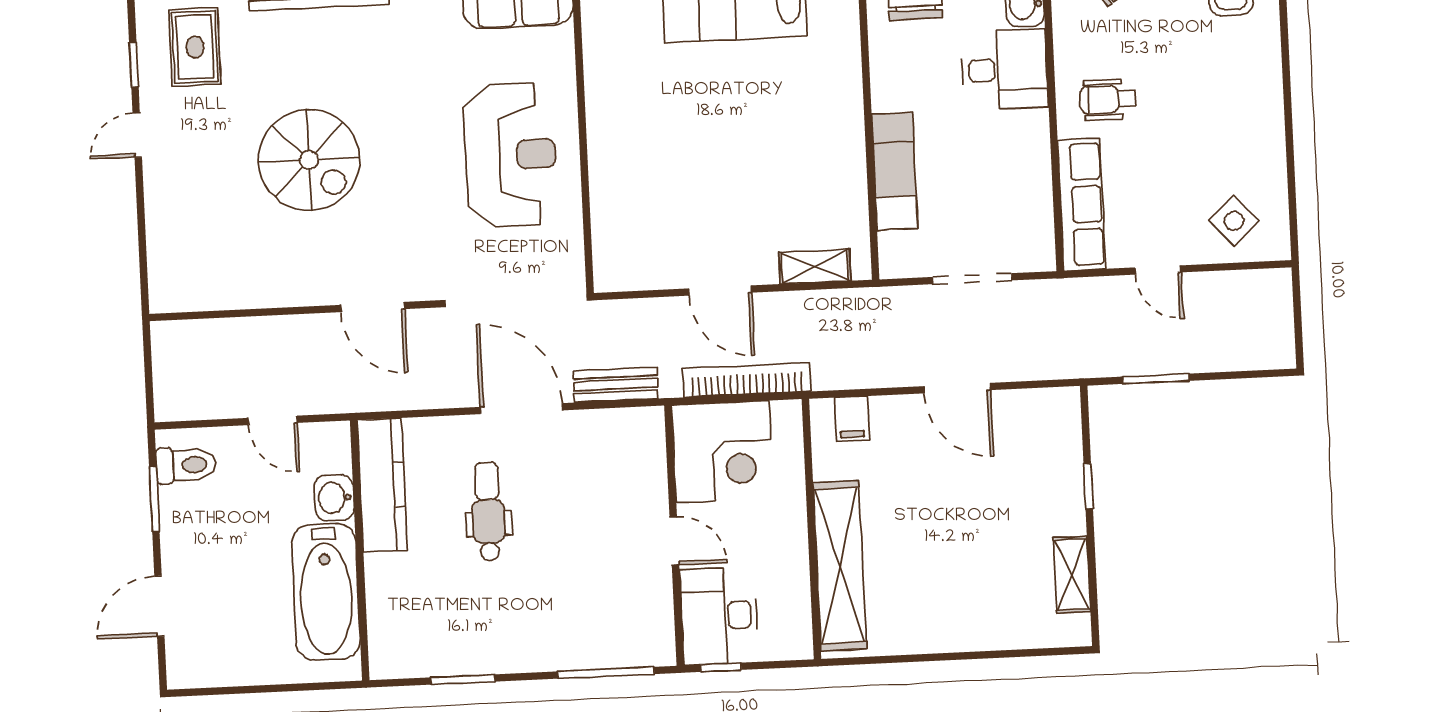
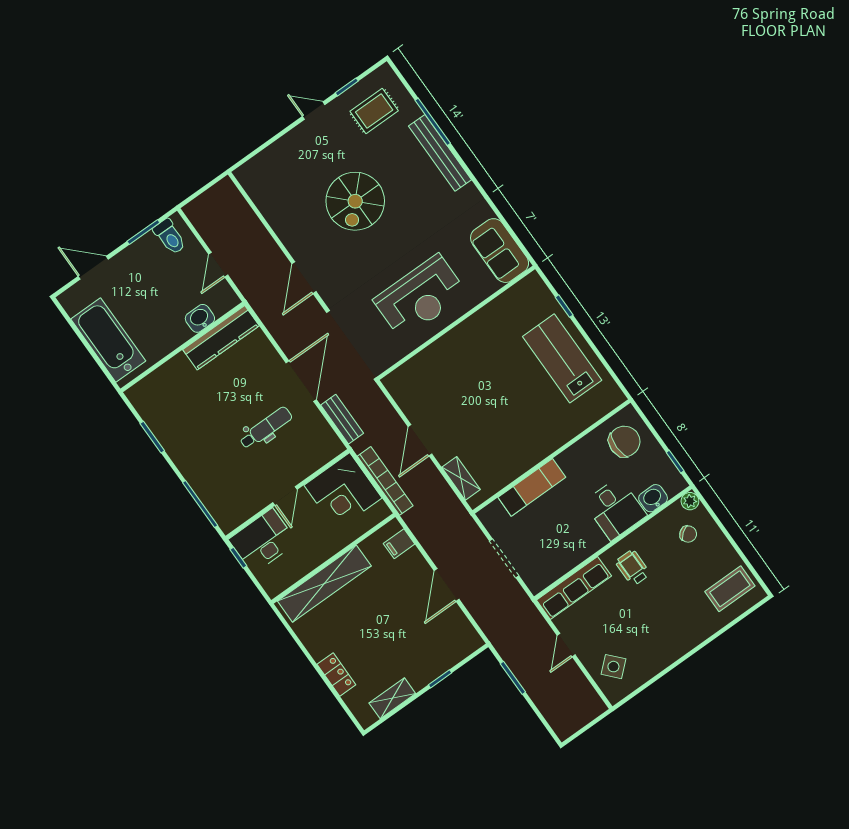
dental chair: (488, 511) -> (266, 428), moved
bathtub: (326, 592) -> (108, 340), moved, turned 90
locker: (984, 634) -> (336, 674), added

